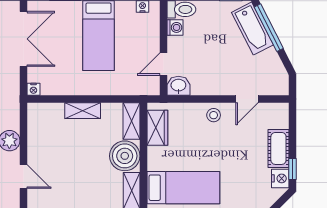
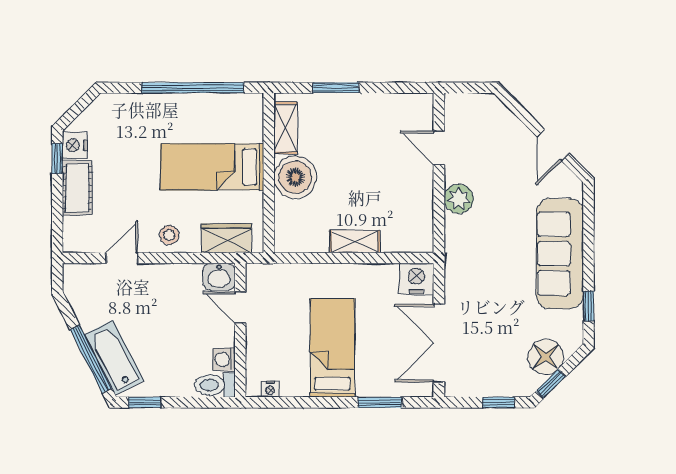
door: (163, 64) -> (240, 308), swing flipped
nightstand: (33, 89) -> (416, 279), width x1.89, depth x1.79
shelving: (132, 121) -> (286, 227), removed
wardrobe: (157, 128) -> (226, 238), moved, turned 90
bed: (183, 188) -> (212, 167), moved

